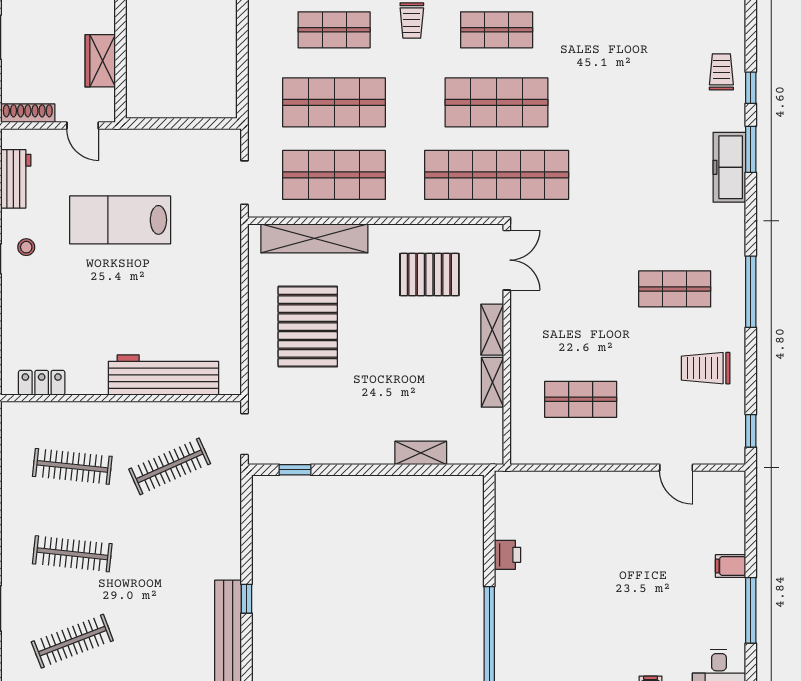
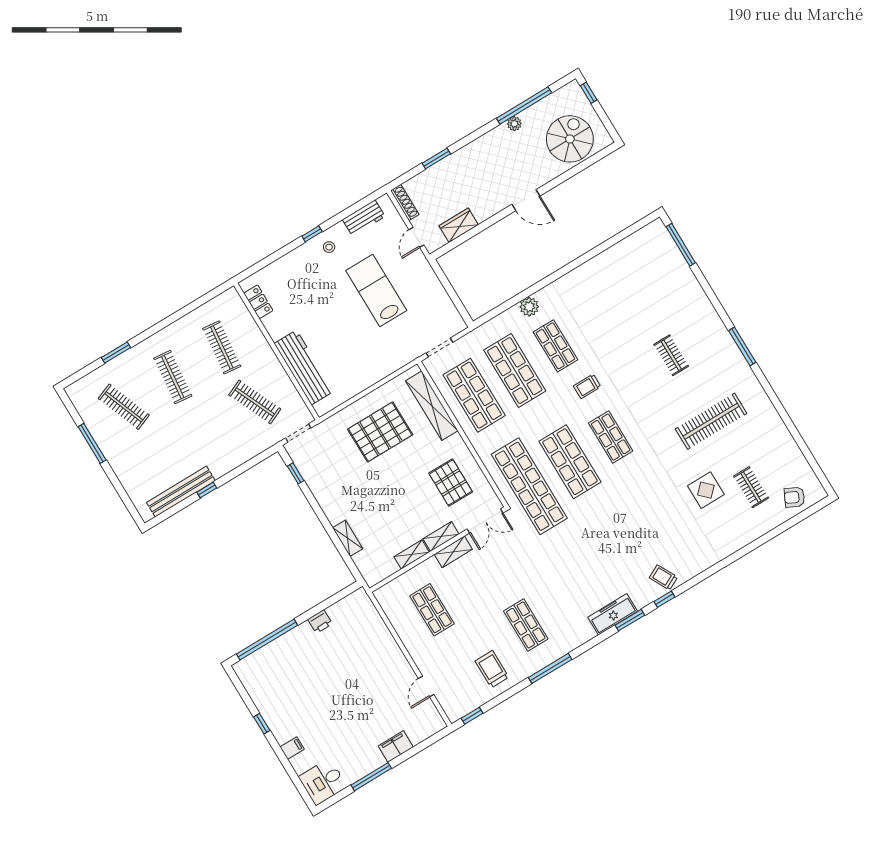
plant: (262, 33) -> (529, 307), added
trolley: (721, 72) -> (663, 577), turned -117
shelving: (522, 326) -> (453, 552), added
filing cabinet: (730, 566) -> (396, 747), width x2.00

